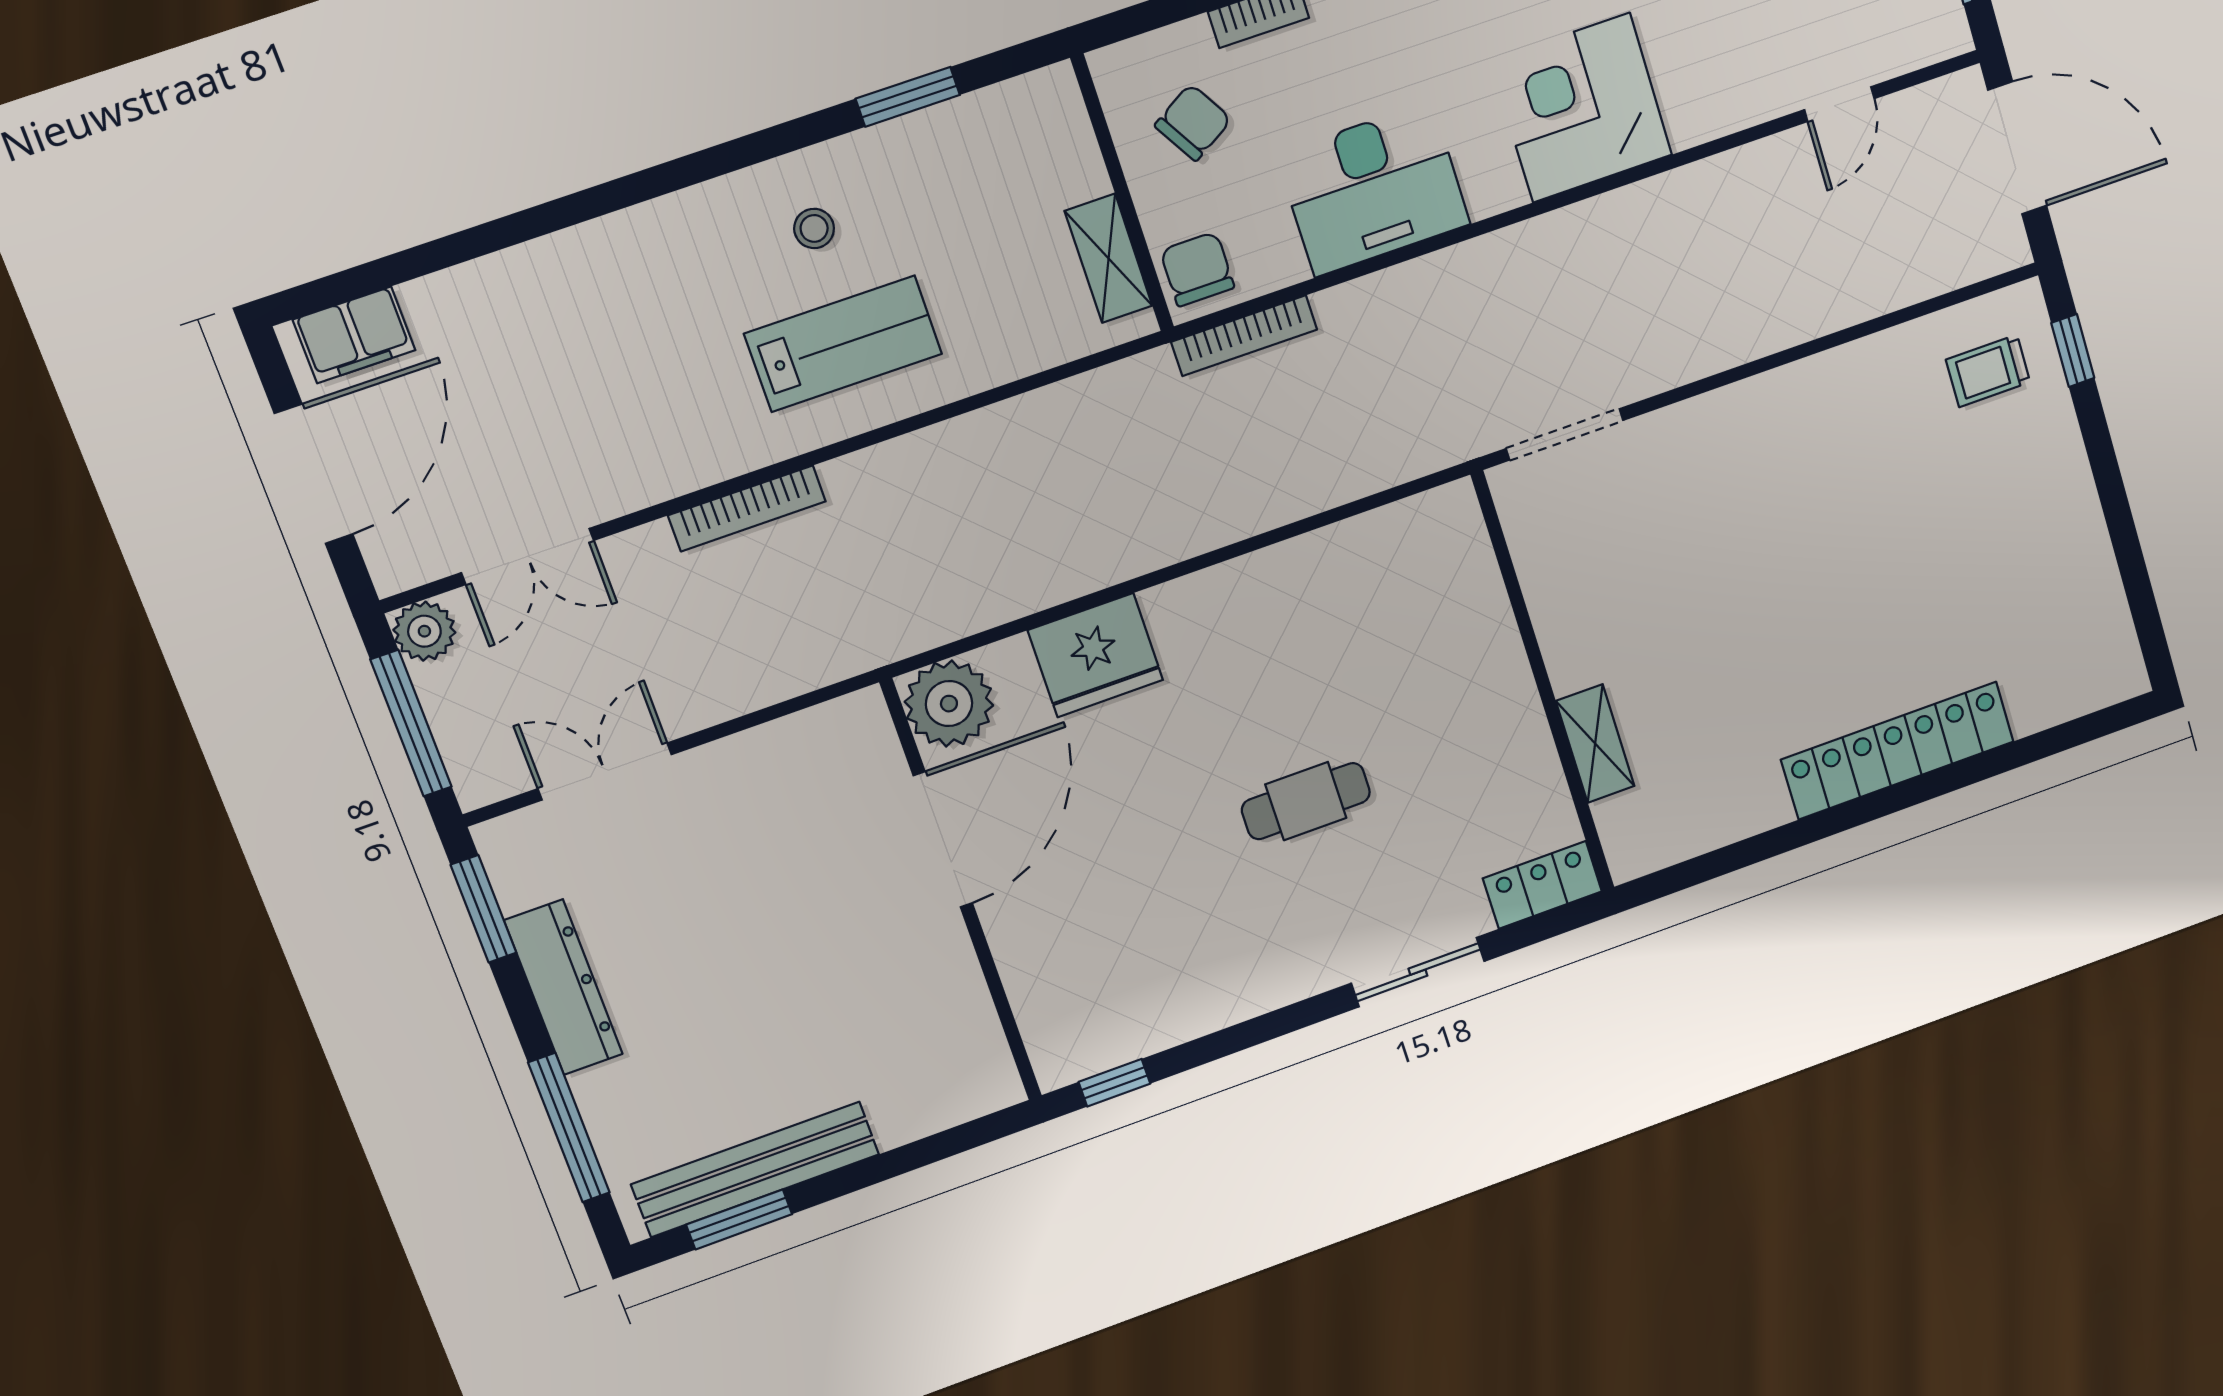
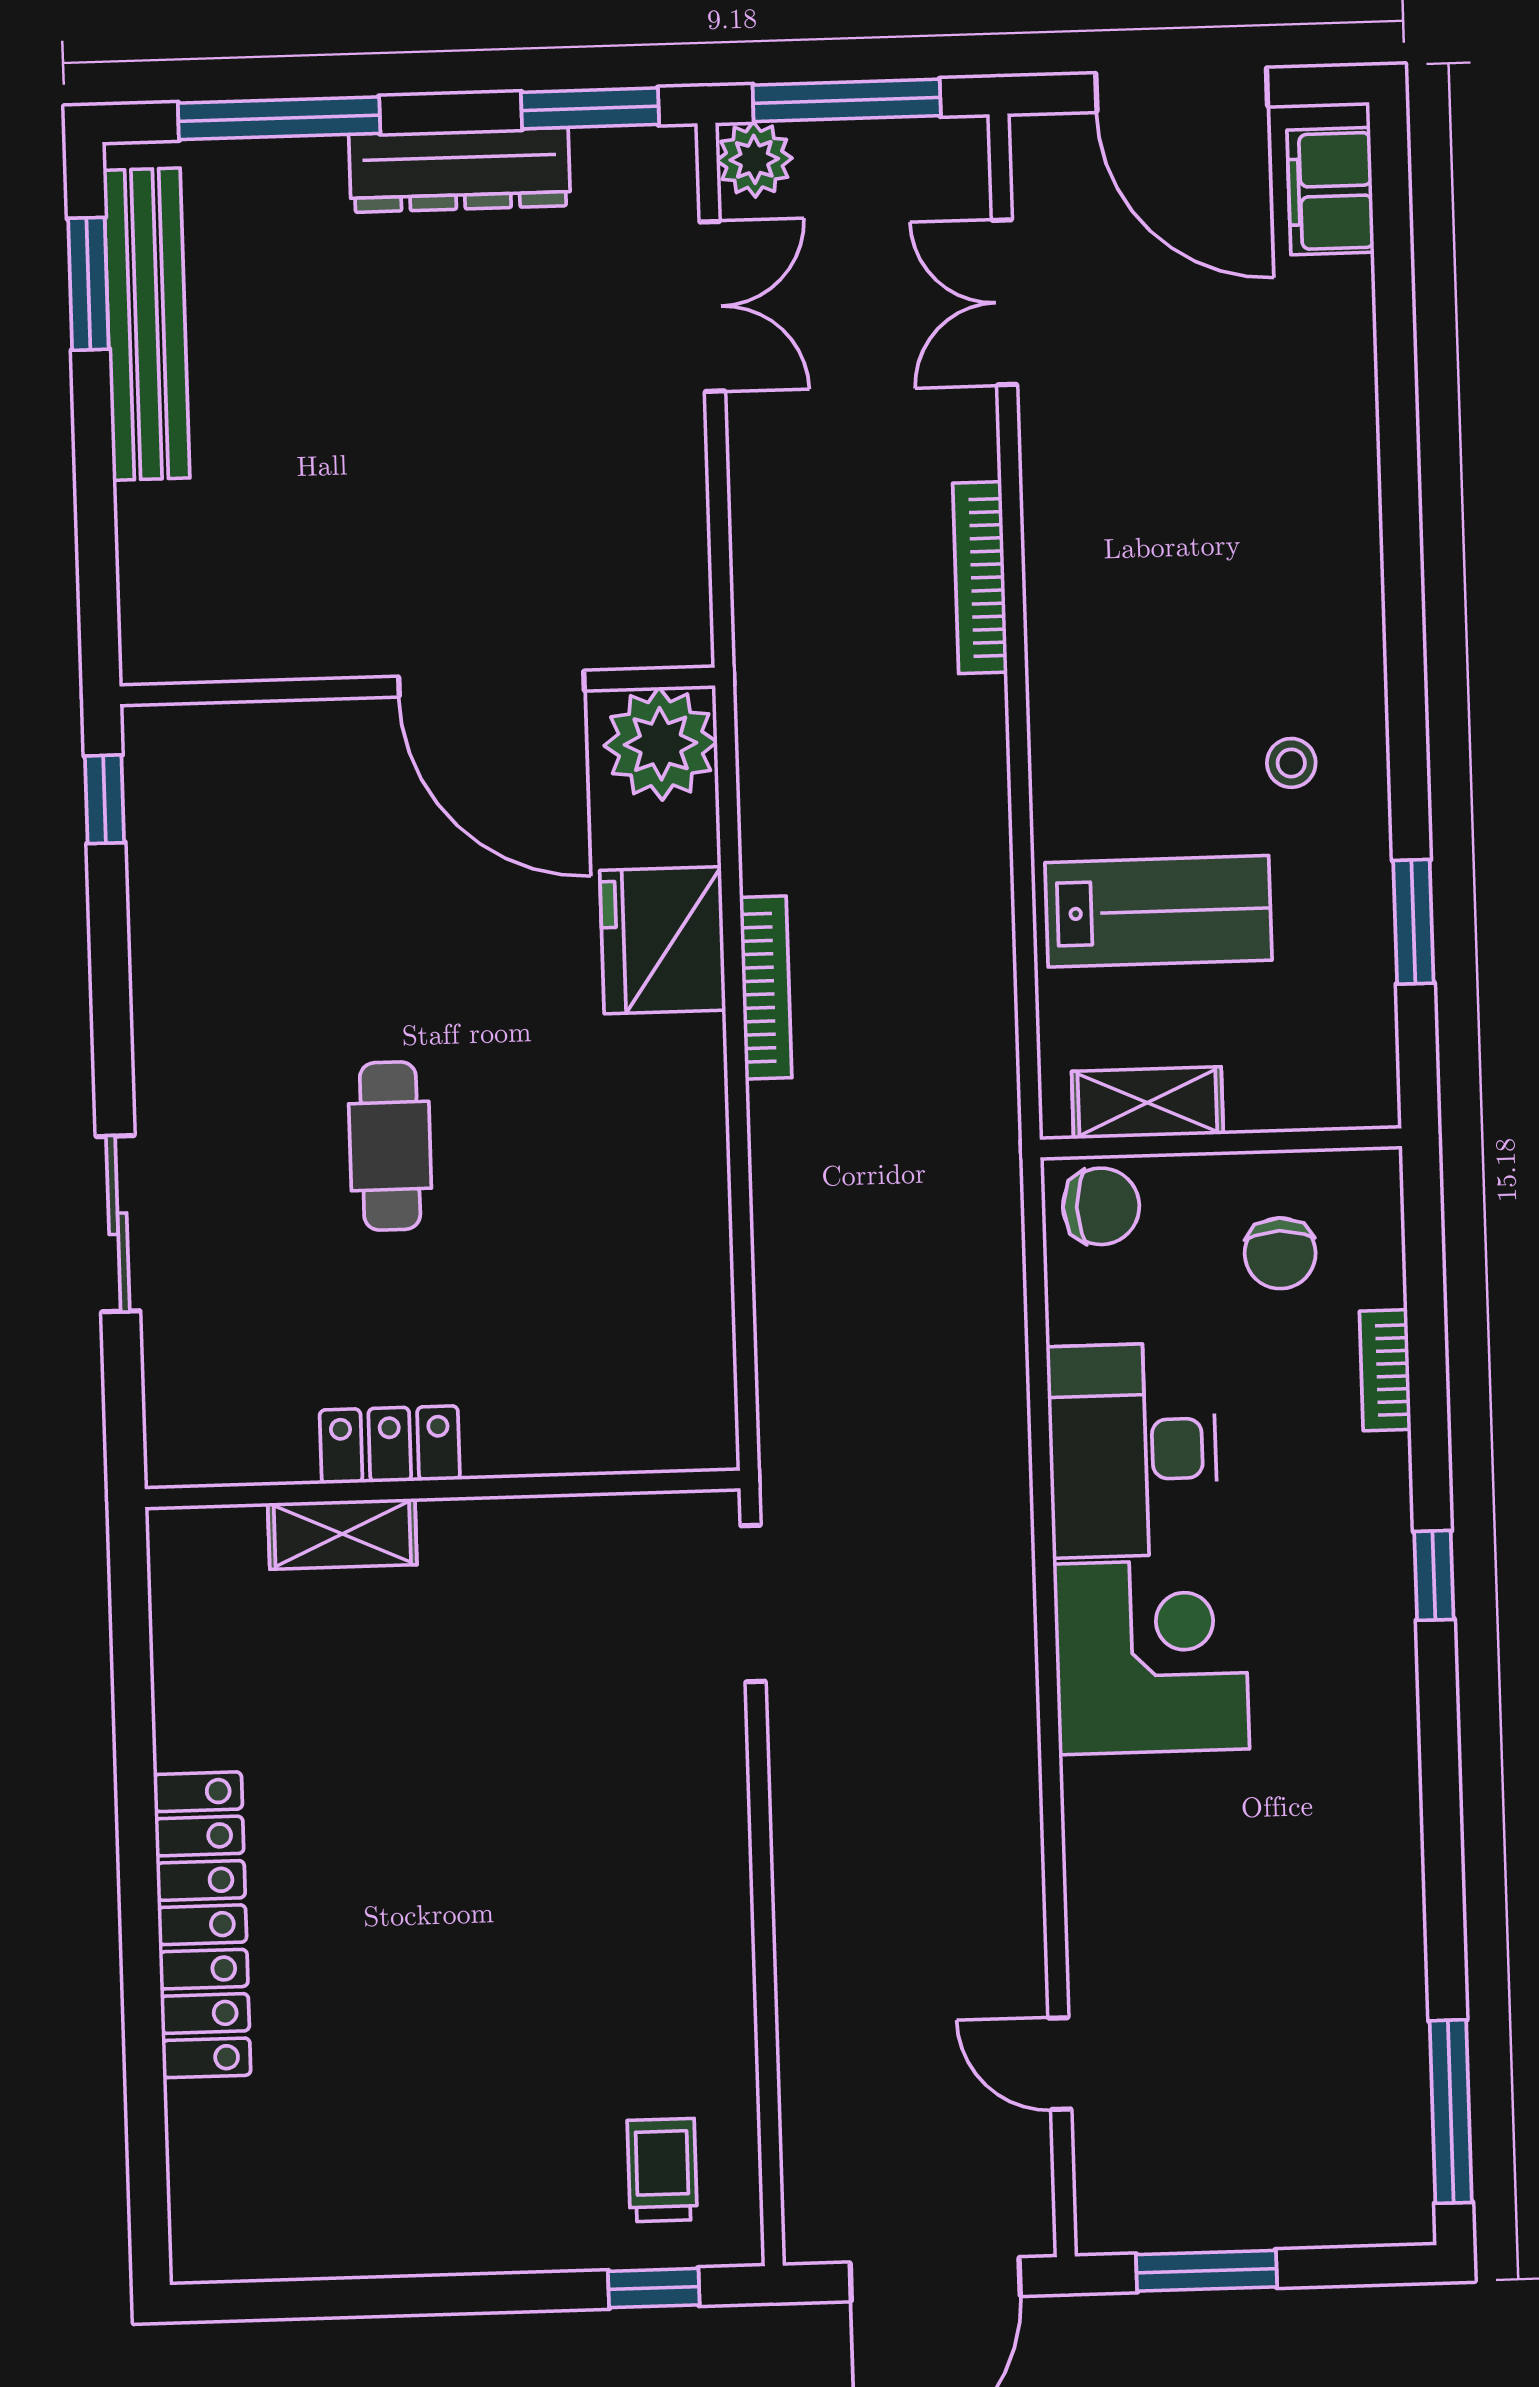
corner desk: (1581, 108) -> (1151, 1657), moved
chair: (1193, 122) -> (1280, 1253), turned 31
bookcase: (1244, 336) -> (766, 988), moved, turned 180
lab bench: (843, 344) -> (1158, 911), moved, turned -90
plant: (424, 631) -> (754, 159), moved
locker: (1542, 885) -> (390, 1445), moved, turned -90

